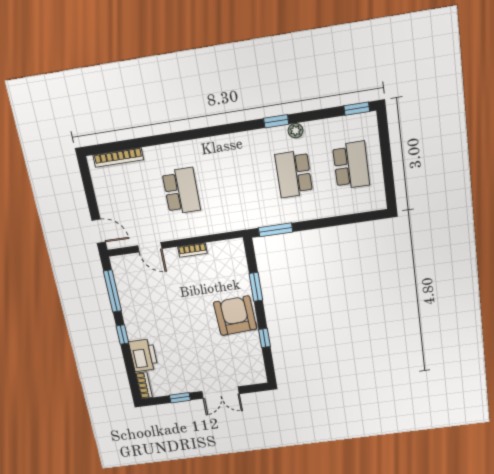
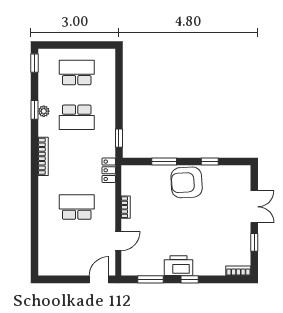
window: (276, 121) -> (35, 110), moved
bookcase: (118, 157) -> (43, 156), moved
locker: (234, 223) -> (109, 170), added
window: (276, 230) -> (119, 138), width x0.67
window: (112, 291) -> (151, 279), width x0.69
printer: (143, 355) -> (178, 266), moved

